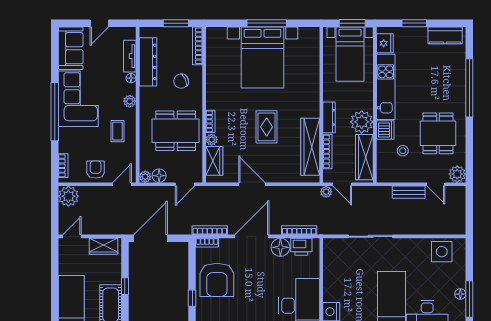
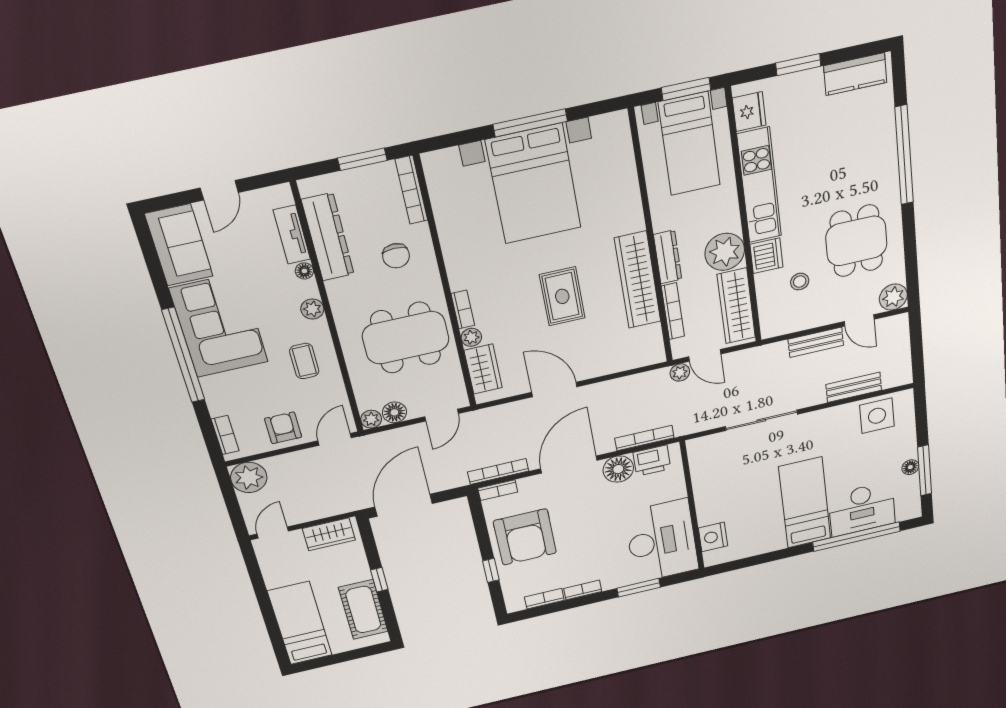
chair: (181, 81) -> (396, 256), turned -65
wardrobe: (310, 147) -> (638, 280), moved
bench: (429, 228) -> (854, 387), added

